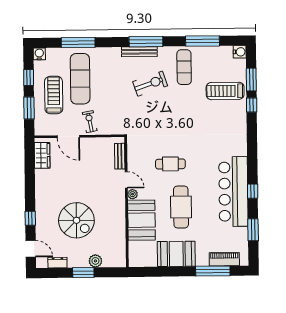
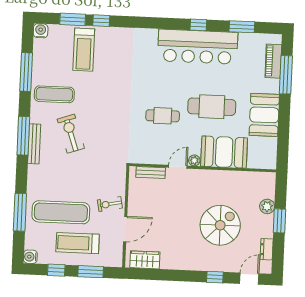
cafe table: (170, 164) -> (163, 116), turned 90

